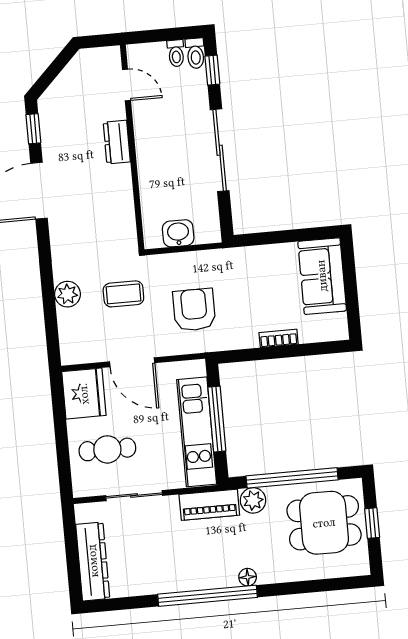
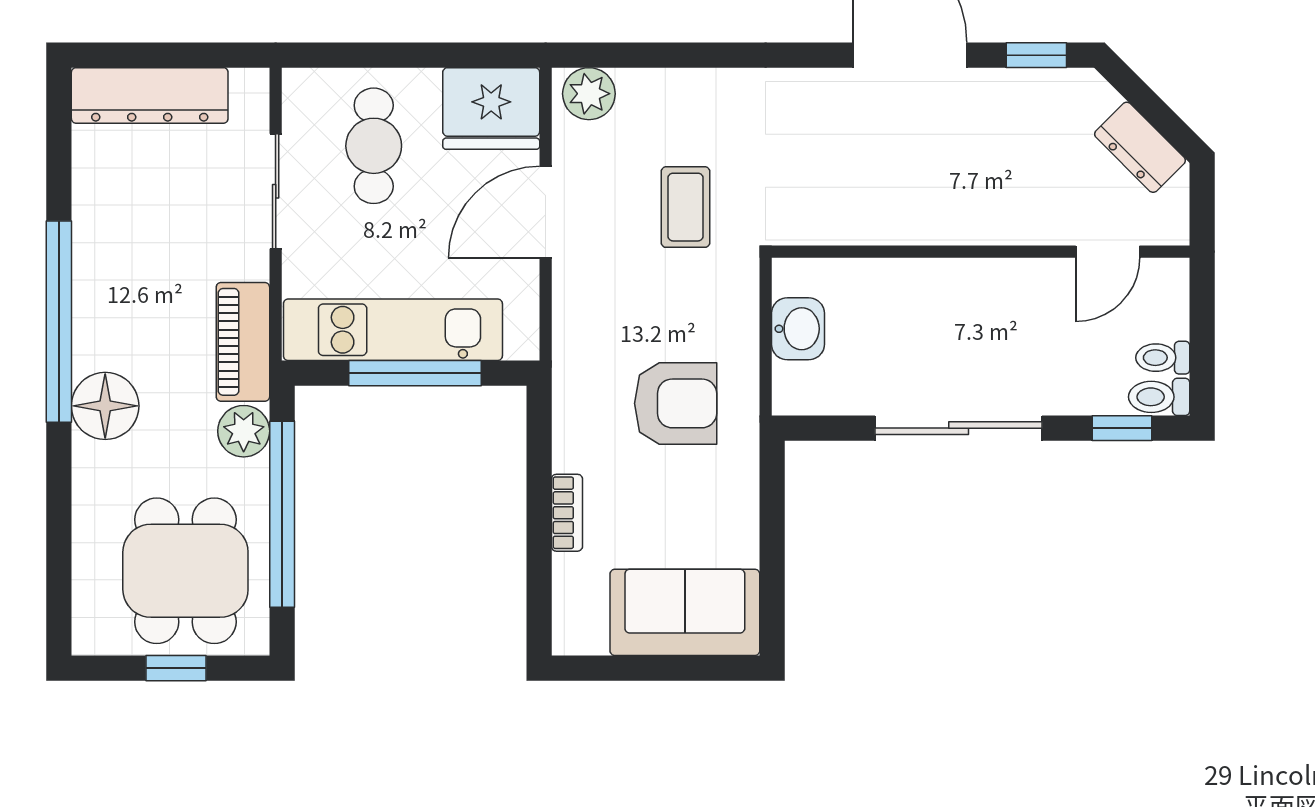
dresser: (117, 142) -> (1140, 147), moved, turned -135
plant: (67, 294) -> (589, 94), moved
armchair: (194, 310) -> (676, 403), moved
floor lamp: (248, 577) -> (105, 406), width x1.89, depth x1.89

